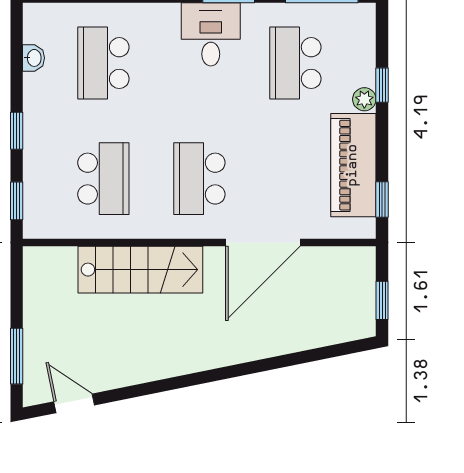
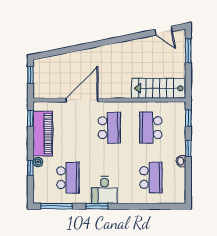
washbasin: (34, 58) -> (181, 161), moved
stairs: (140, 270) -> (159, 88), moved

